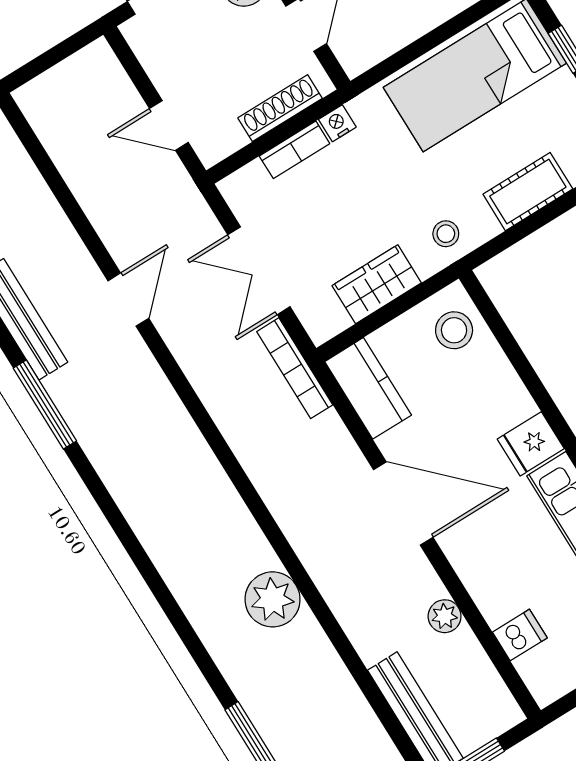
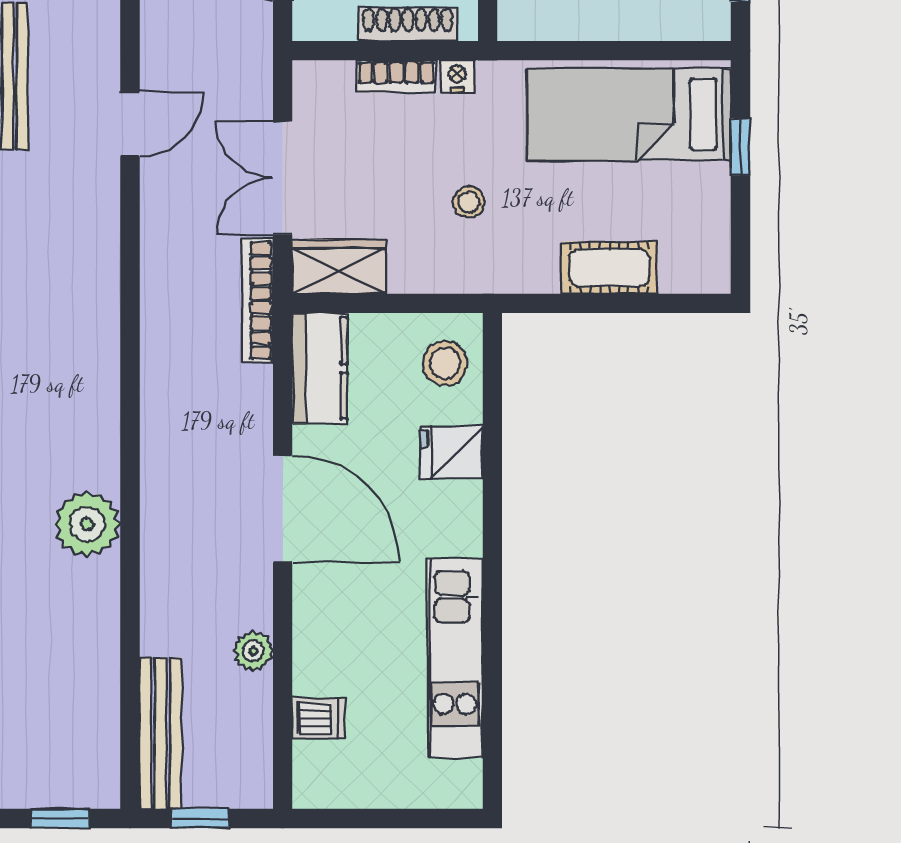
stool: (446, 234) -> (469, 202), moved
wardrobe: (377, 284) -> (339, 267), moved
fridge: (531, 444) -> (451, 452), moved

